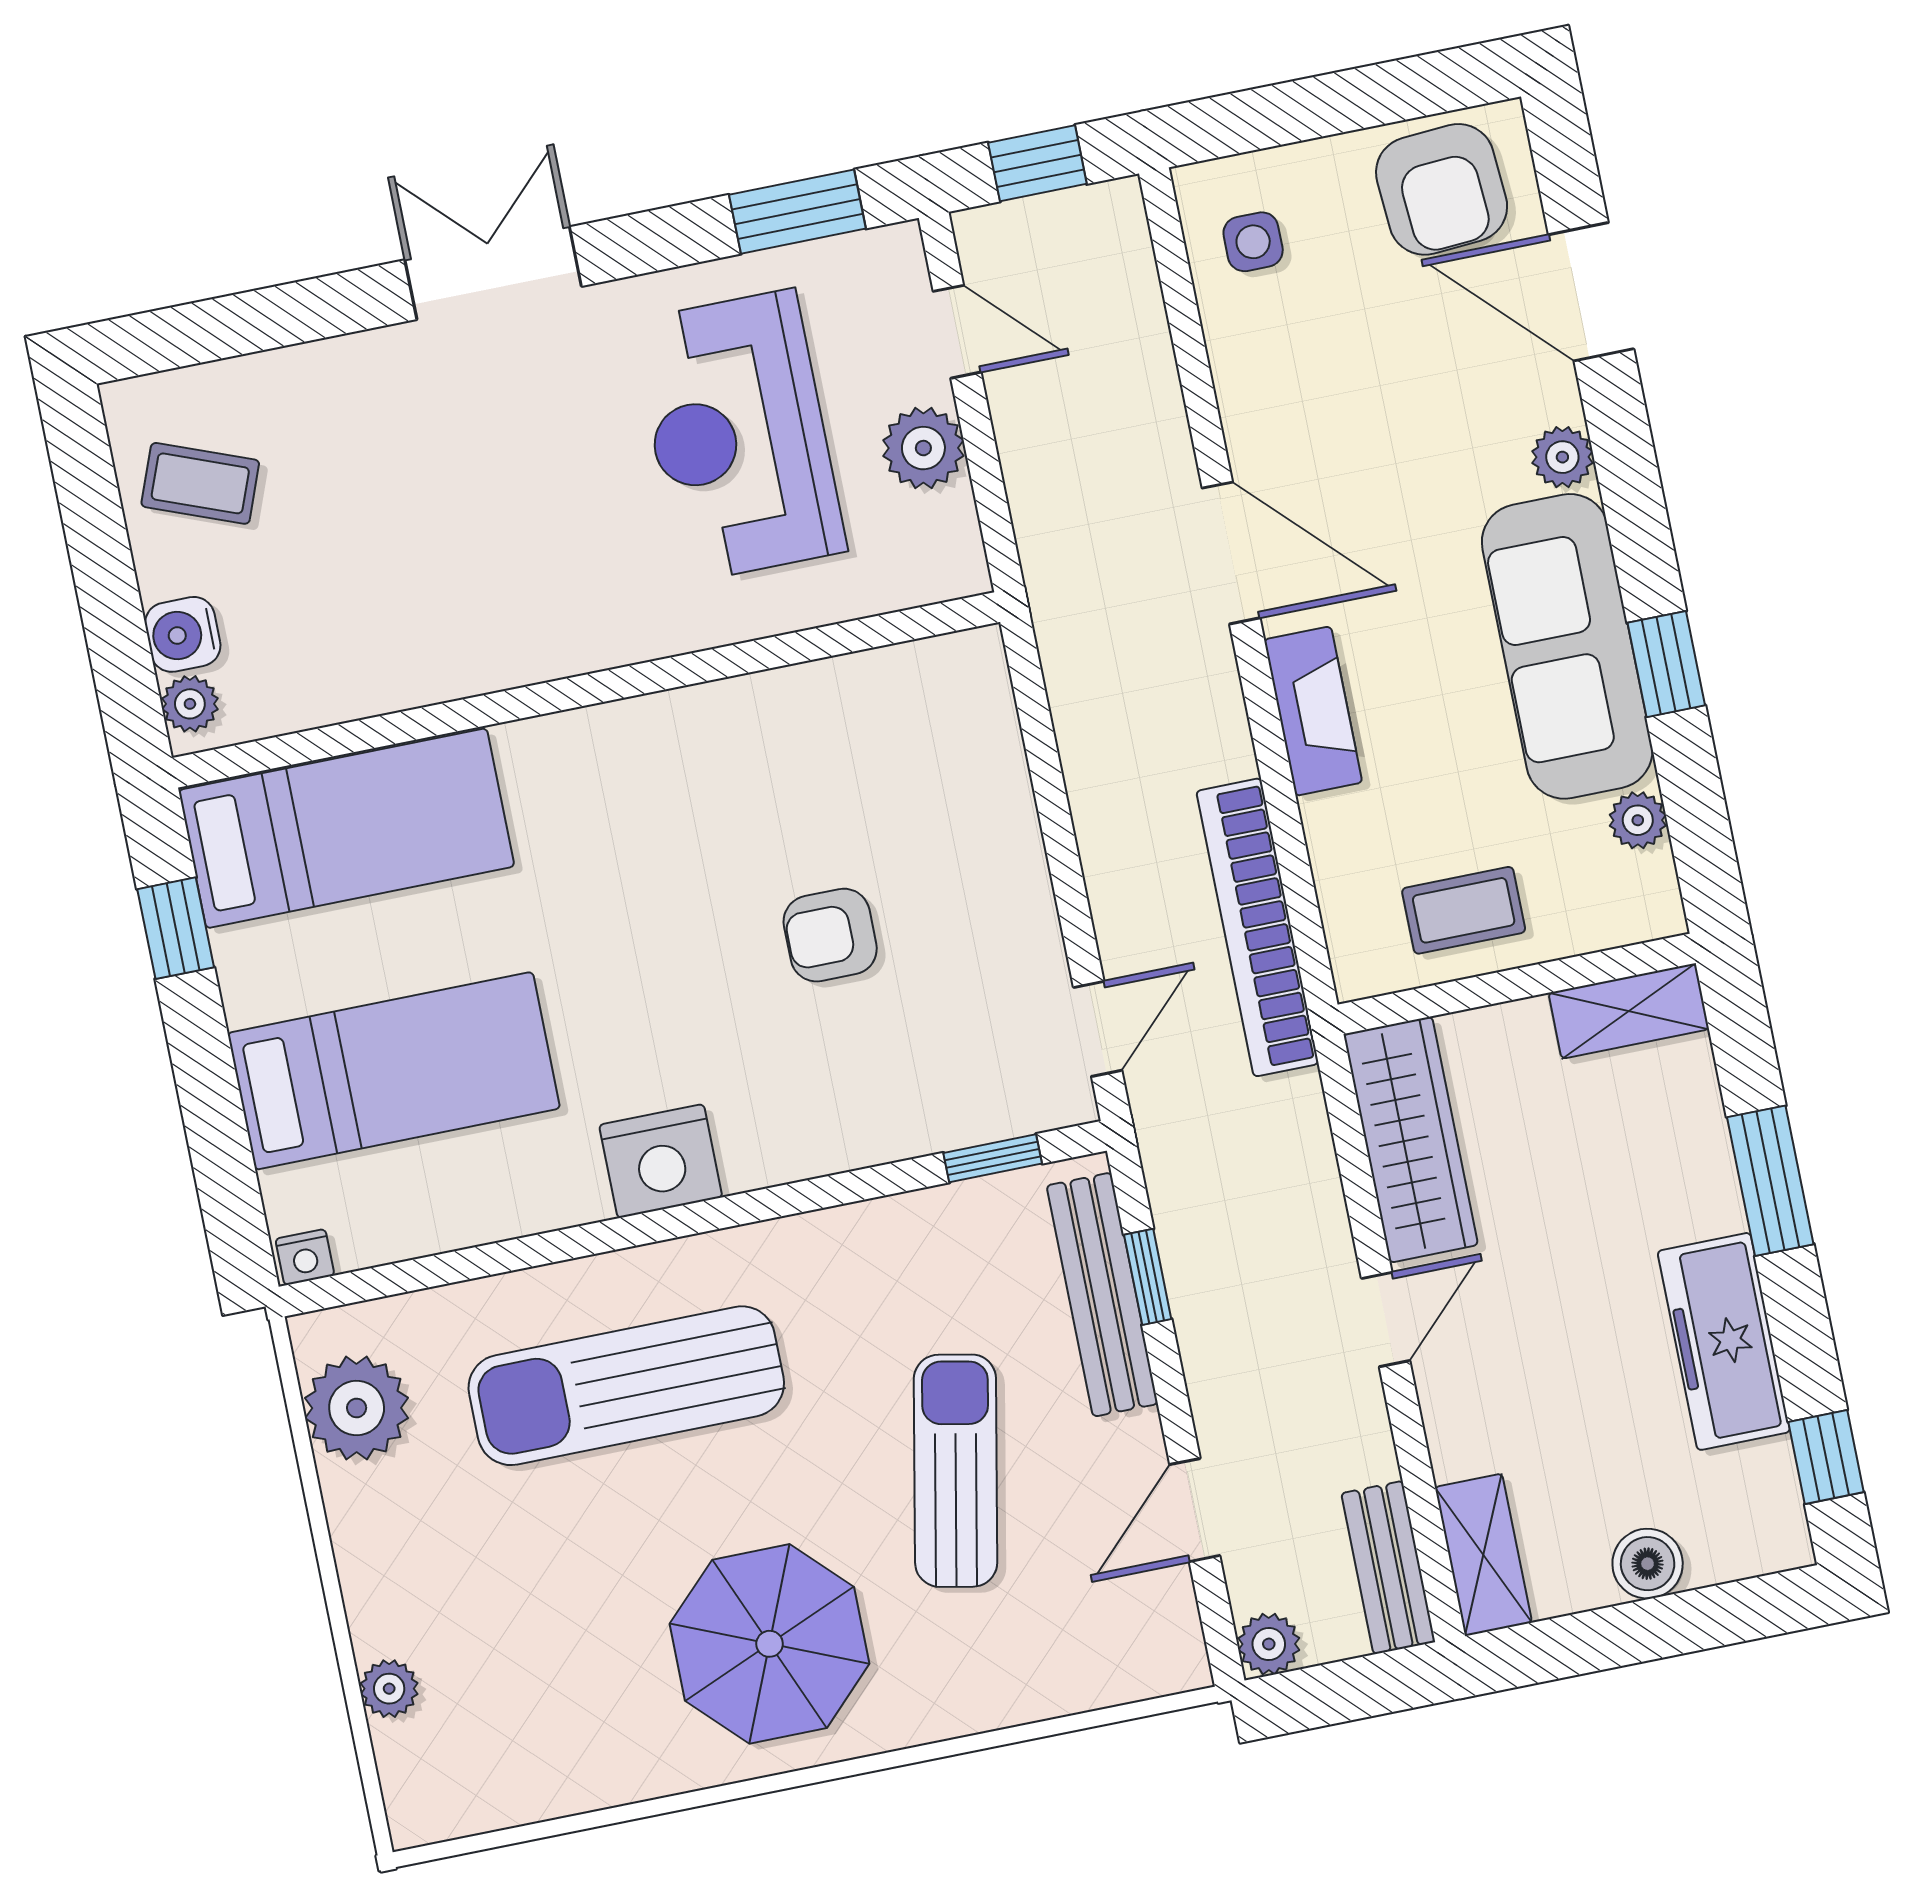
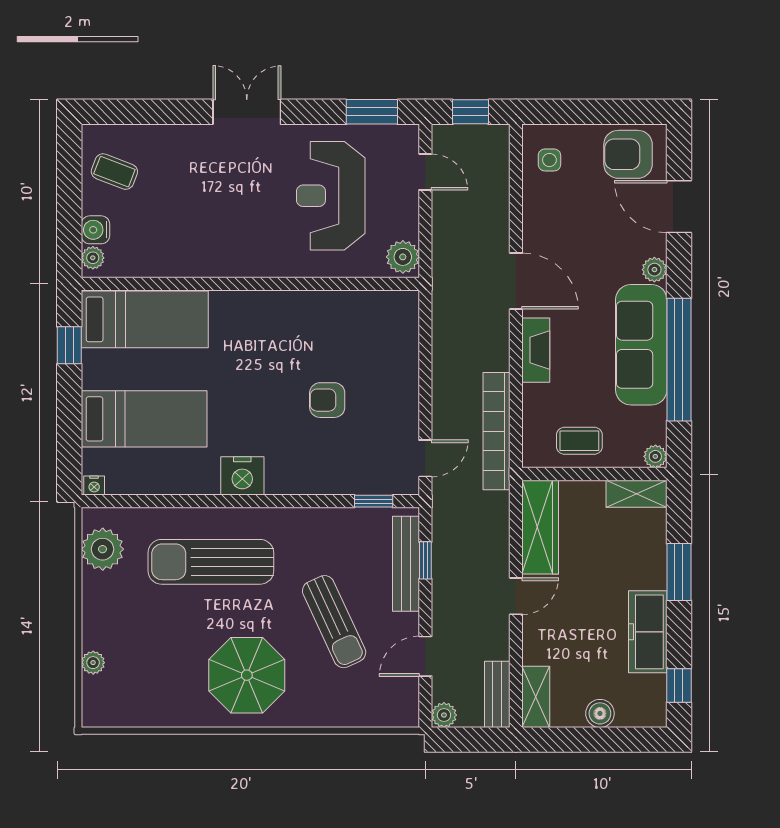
armchair: (1442, 189) -> (628, 154), turned 94
plant: (923, 448) -> (403, 257), moved
window: (1666, 664) -> (679, 360), width x3.17
plant: (1638, 820) -> (655, 456), moved
sun lounger: (956, 1471) -> (334, 622), turned 144

